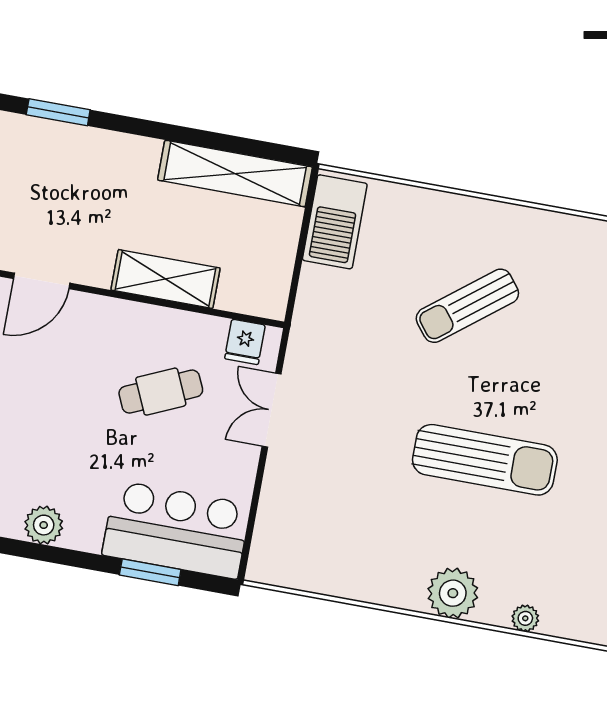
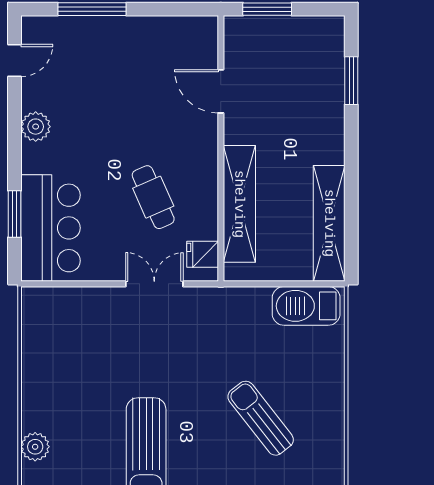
shelving: (166, 279) -> (239, 204), width x1.47
plant: (453, 593) -> (35, 447), width x0.73, depth x0.73

